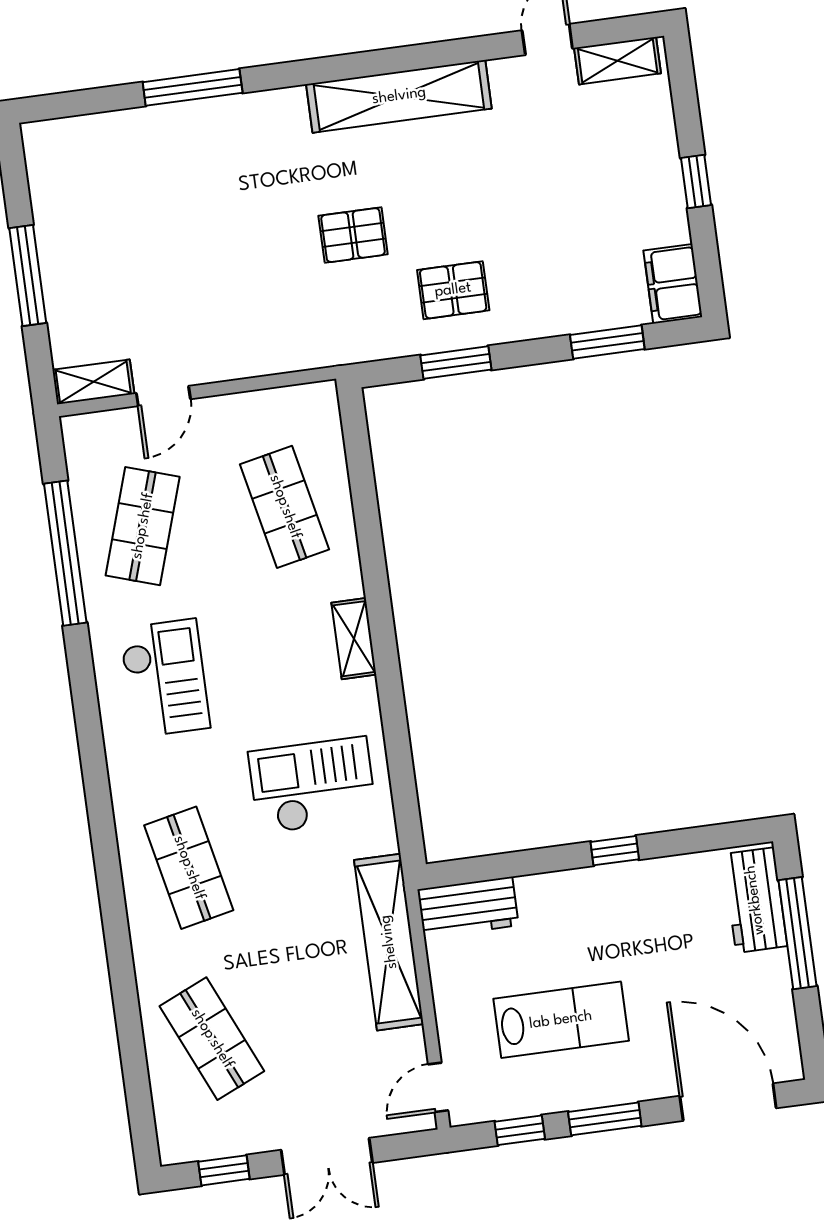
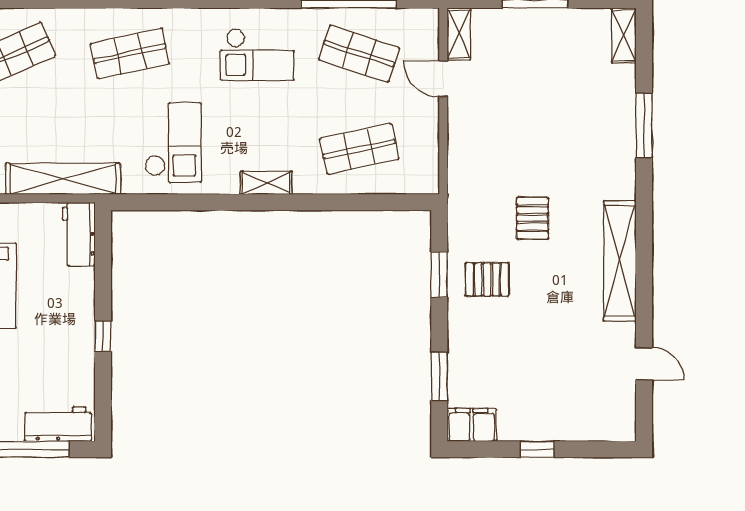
shelving: (618, 61) -> (624, 35), moved
pallet: (453, 290) -> (487, 279), turned 90

